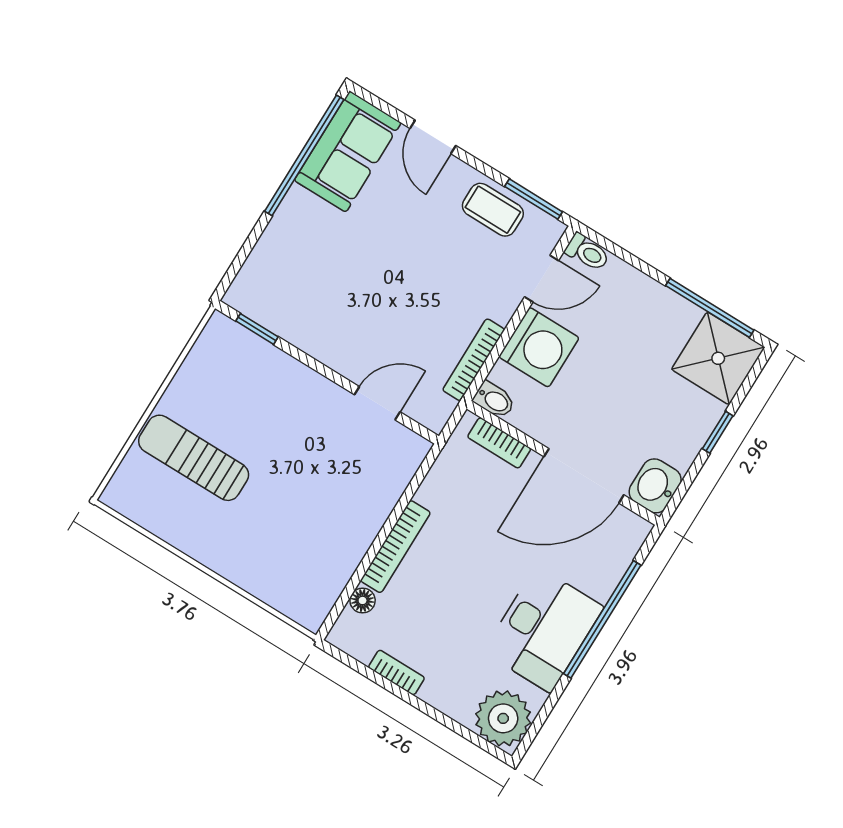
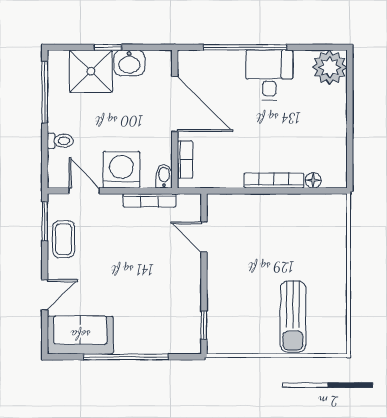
window: (304, 155) -> (126, 357), moved
toilet: (587, 252) -> (60, 141), moved, turned 90
shower: (718, 358) -> (91, 71), moved
washbasin: (655, 486) -> (129, 63), moved
desk: (544, 629) -> (269, 75), width x0.73
bookcase: (396, 673) -> (340, 139), removed

